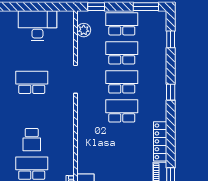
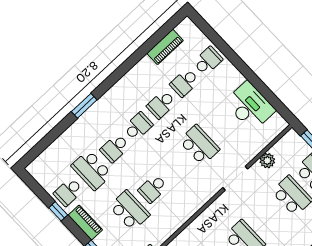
plant: (84, 30) -> (267, 161), moved
school desk: (122, 82) -> (268, 218), removed

